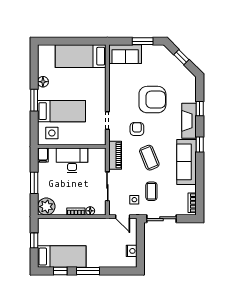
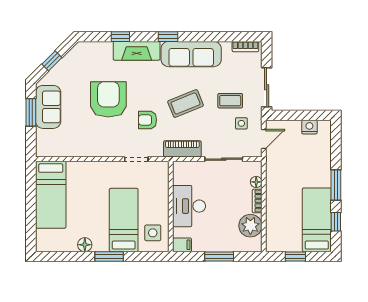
sofa: (125, 54) -> (48, 107), moved
plant: (46, 207) -> (250, 226), moved

